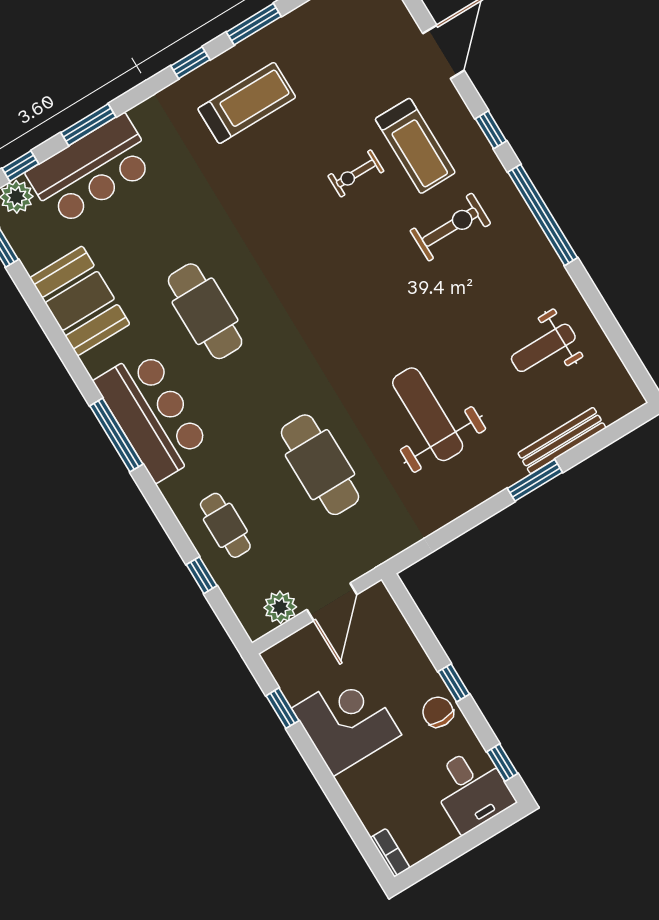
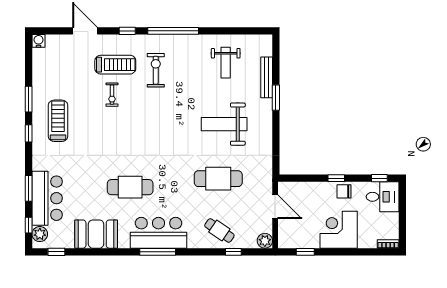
cafe table: (225, 525) -> (219, 230), turned 34
plant: (280, 607) -> (265, 241), moved
corner desk: (346, 721) -> (339, 230), moved

